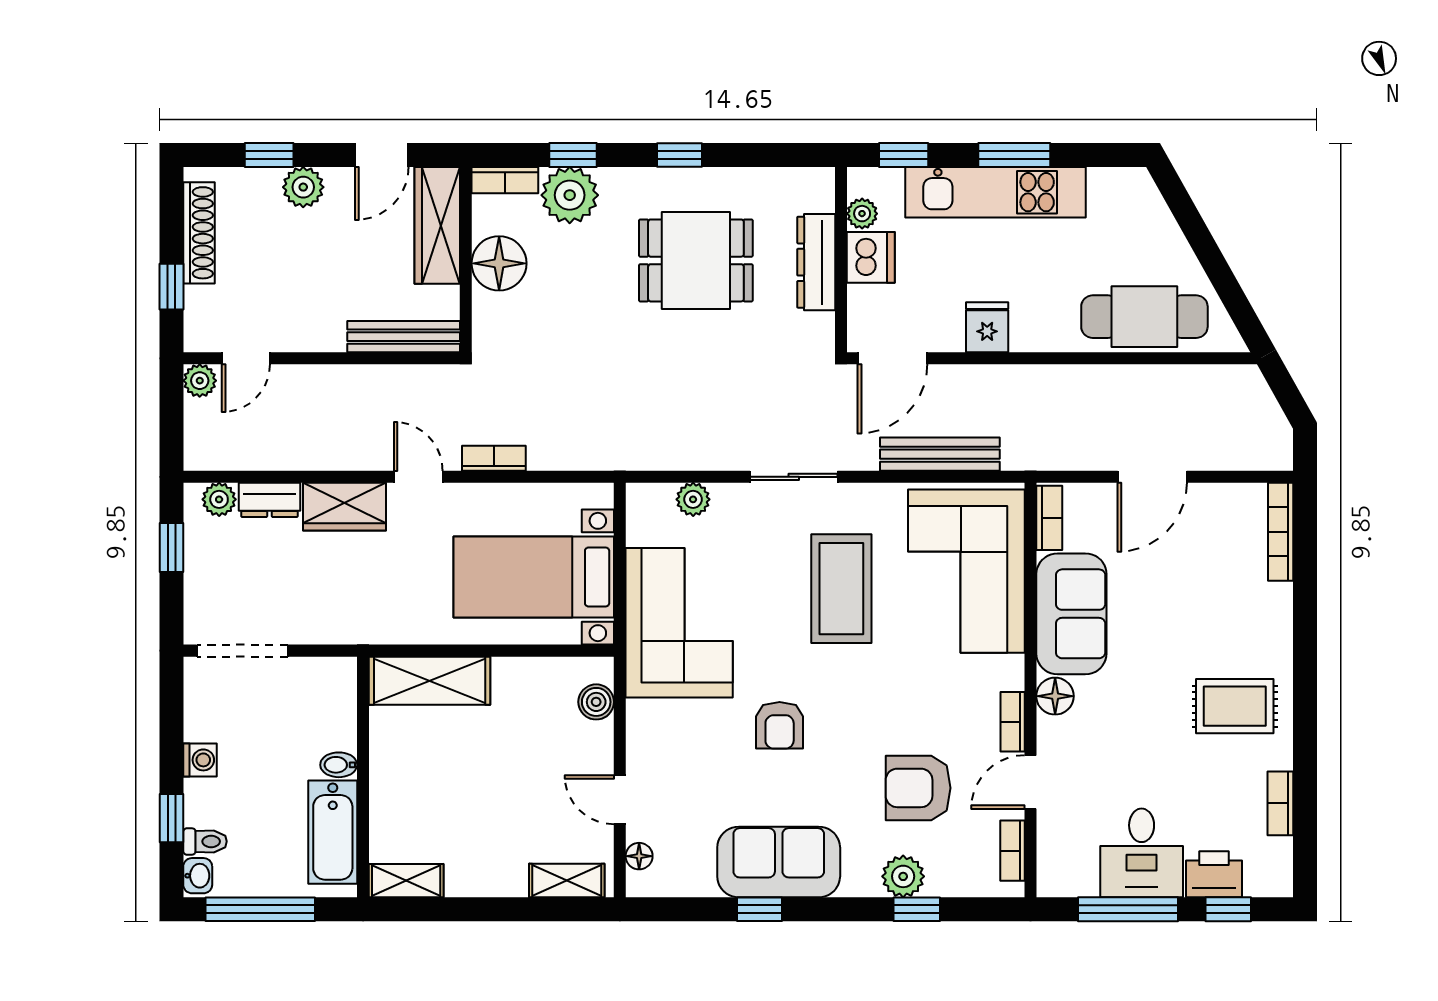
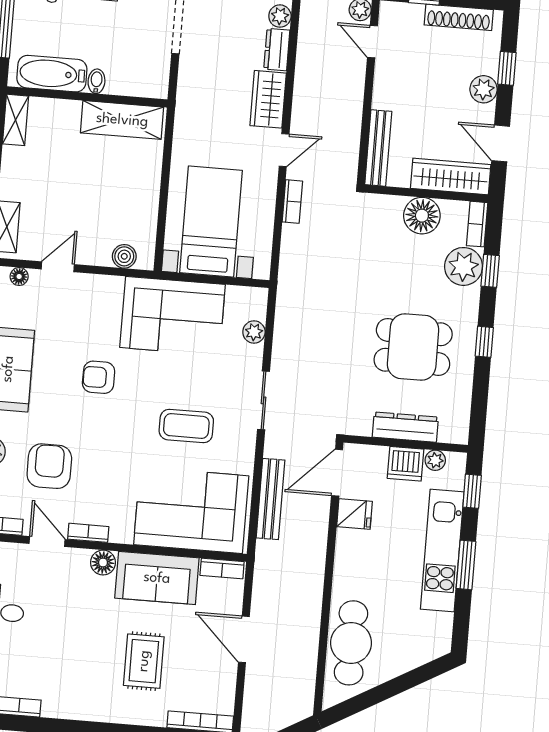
dining table: (696, 260) -> (413, 347), turned 90
fridge: (987, 327) -> (354, 514), moved
door: (892, 358) -> (337, 473), hinge flipped
coffee table: (841, 589) -> (186, 426), width x0.73, depth x0.76
shelving: (430, 681) -> (122, 120), moved, turned 90
rug: (1235, 706) -> (144, 661), moved

